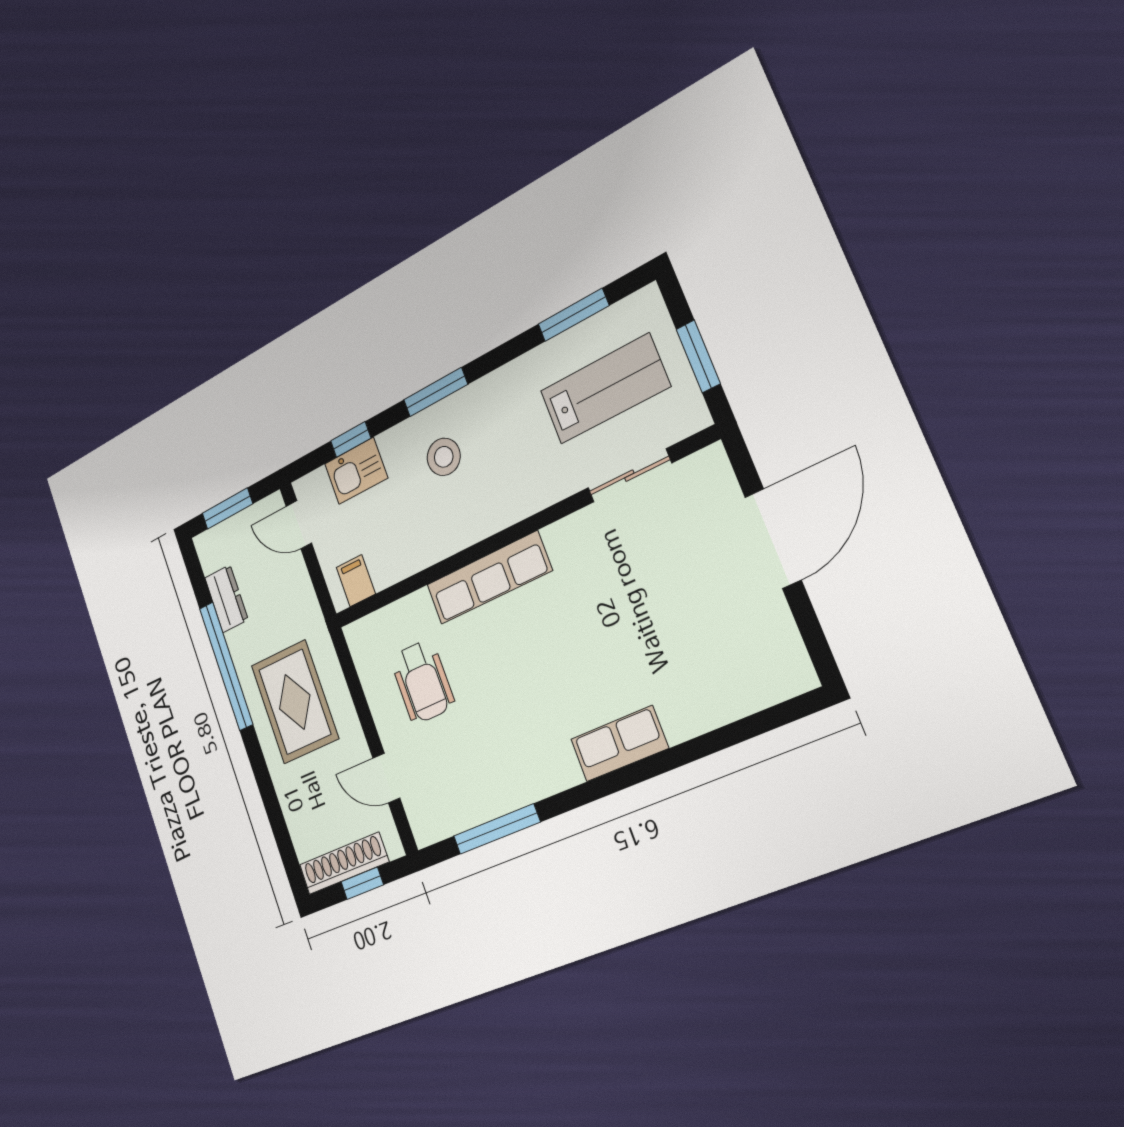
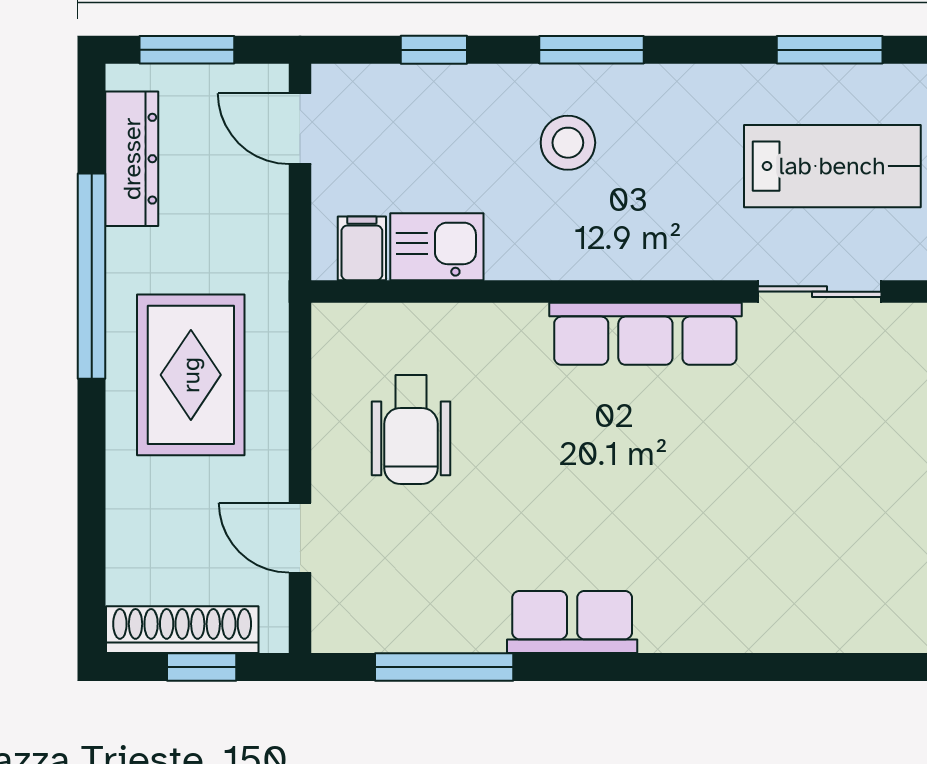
kitchen sink: (356, 471) -> (437, 247), moved, turned 180
row of seats: (489, 578) -> (645, 334), moved
dresser: (226, 599) -> (132, 159), width x1.44
row of seats: (619, 744) -> (572, 622), moved

